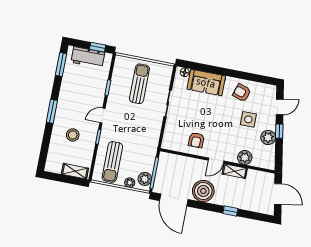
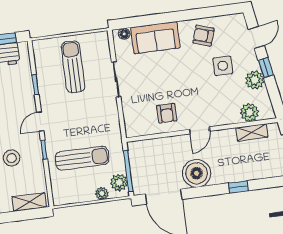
plant: (245, 157) -> (249, 112), moved
sun lounger: (112, 162) -> (82, 158), moved, turned -90
shelving: (235, 171) -> (252, 132), moved

